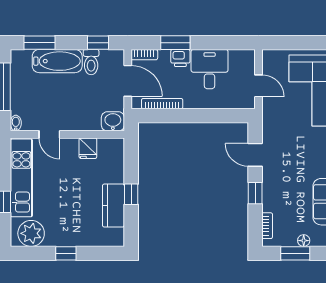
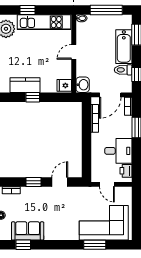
printer: (180, 58) -> (126, 171), moved
door: (259, 86) -> (107, 184), hinge flipped
door: (49, 134) -> (74, 52), moved
fridge: (88, 148) -> (64, 85), moved

